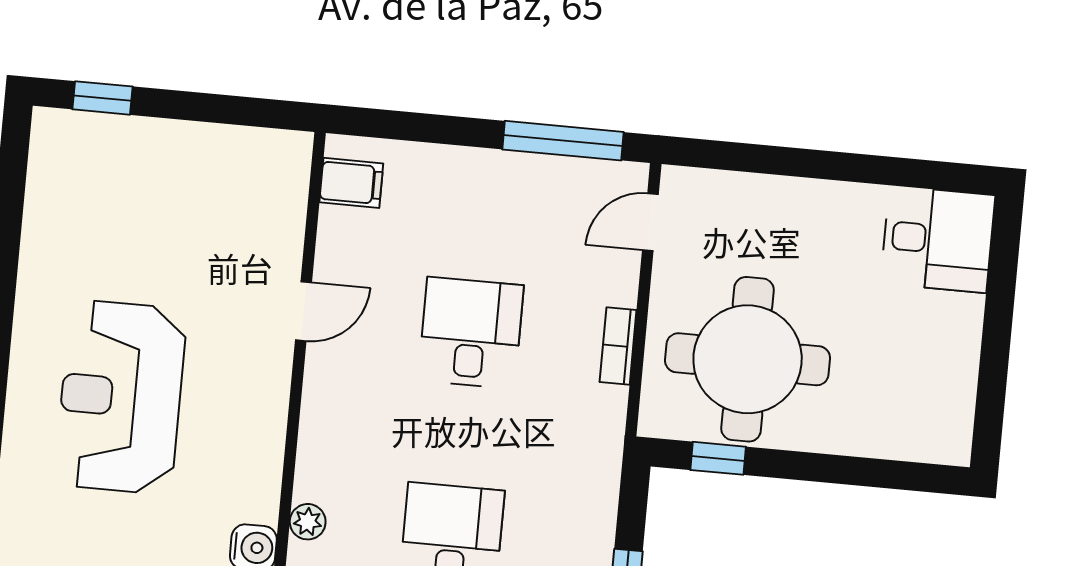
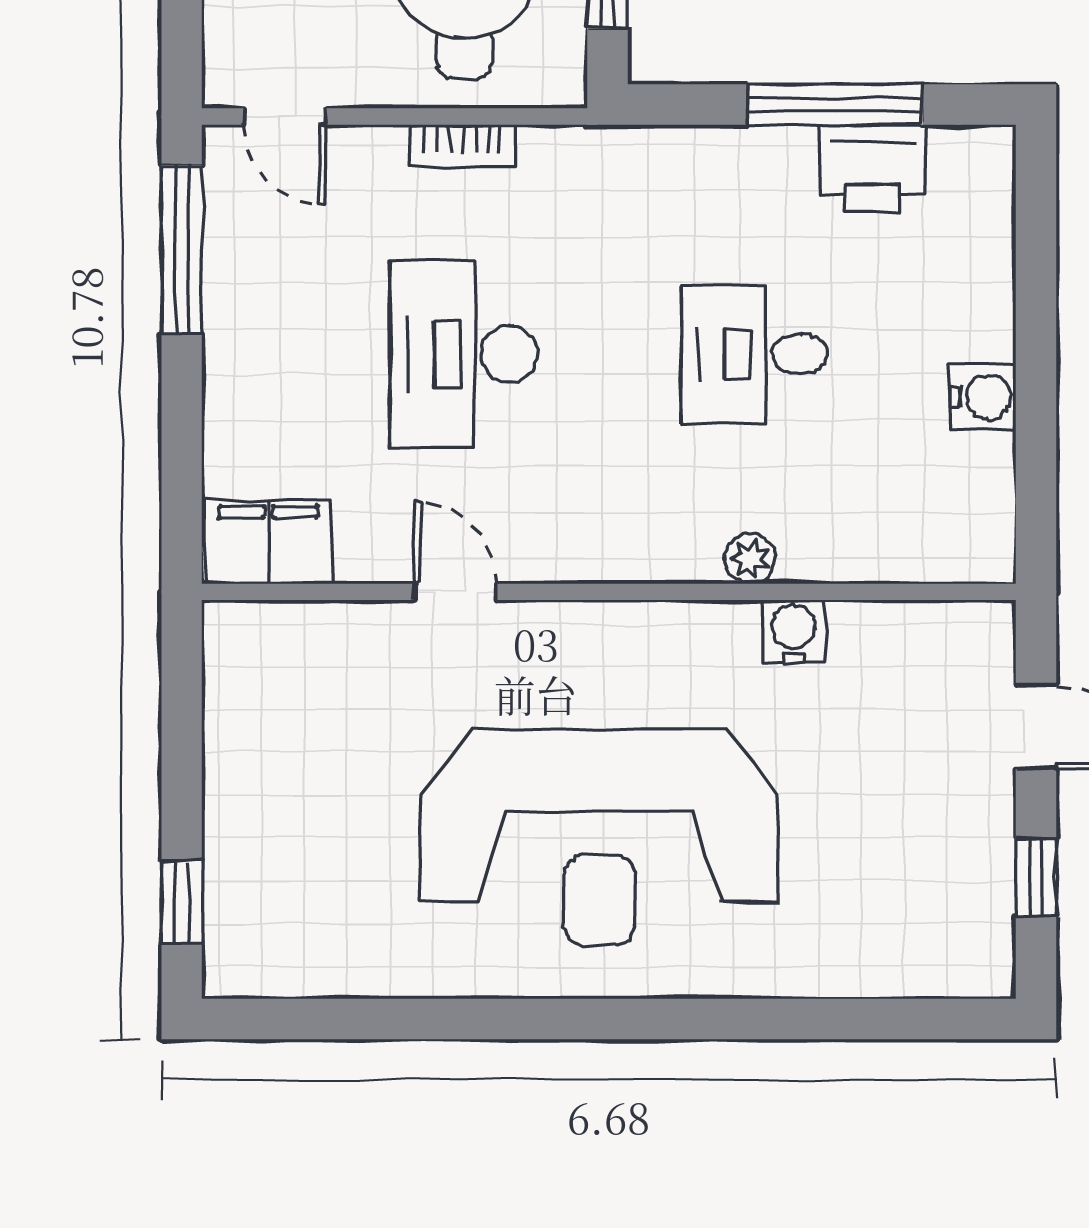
filing cabinet: (351, 183) -> (268, 542), width x2.00
desk: (471, 333) -> (463, 354), width x1.37
reception desk: (121, 397) -> (599, 837), width x1.36, depth x1.30

